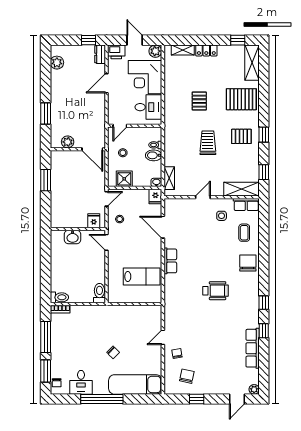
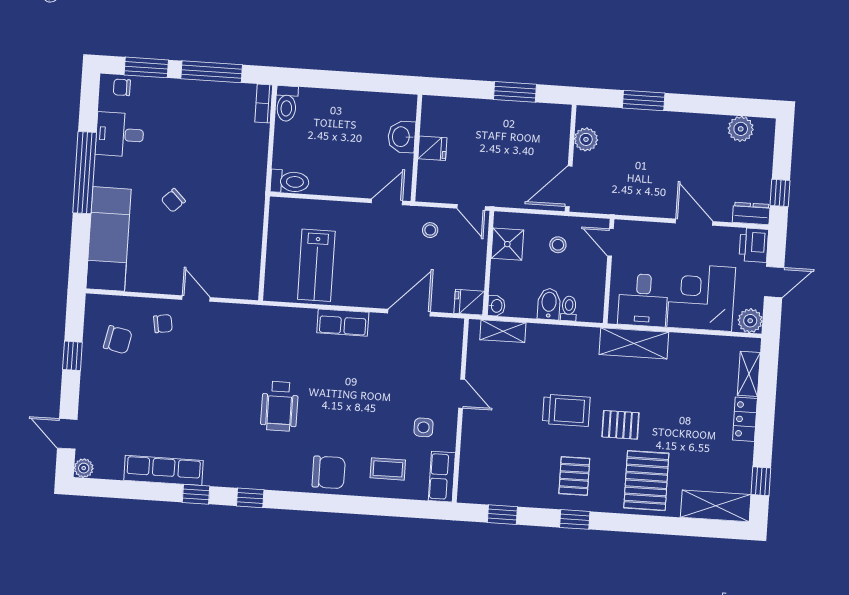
pallet: (199, 101) -> (620, 425), moved
shelving: (242, 189) -> (634, 343), moved, turned 90
fridge: (94, 221) -> (432, 148), moved

